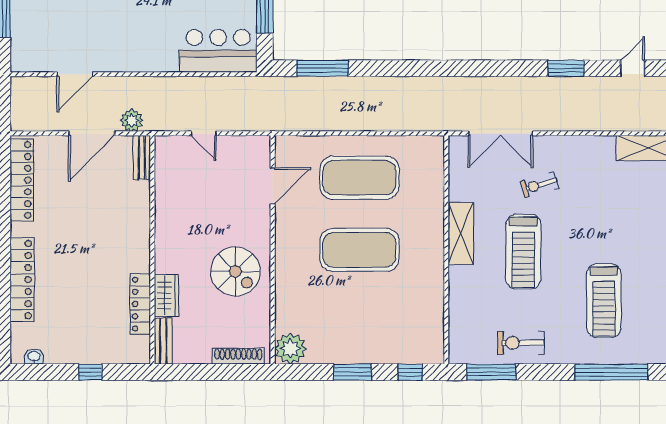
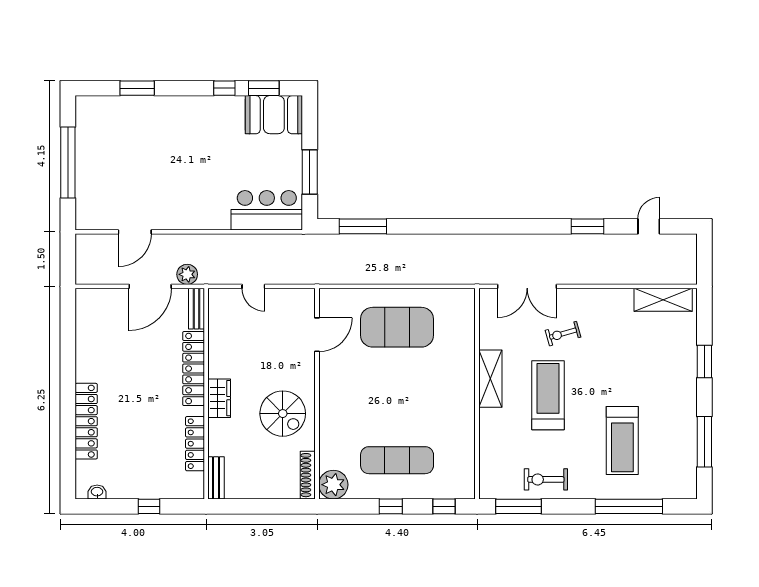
locker: (22, 180) -> (194, 369), moved, turned 180
exercise mat: (359, 250) -> (397, 460), moved, width x0.68
treadmill: (523, 252) -> (548, 395), turned 180
wardrobe: (166, 295) -> (219, 398), moved
shoe rack: (238, 356) -> (308, 475), moved, turned -90
window: (353, 372) -> (391, 506), width x0.67

